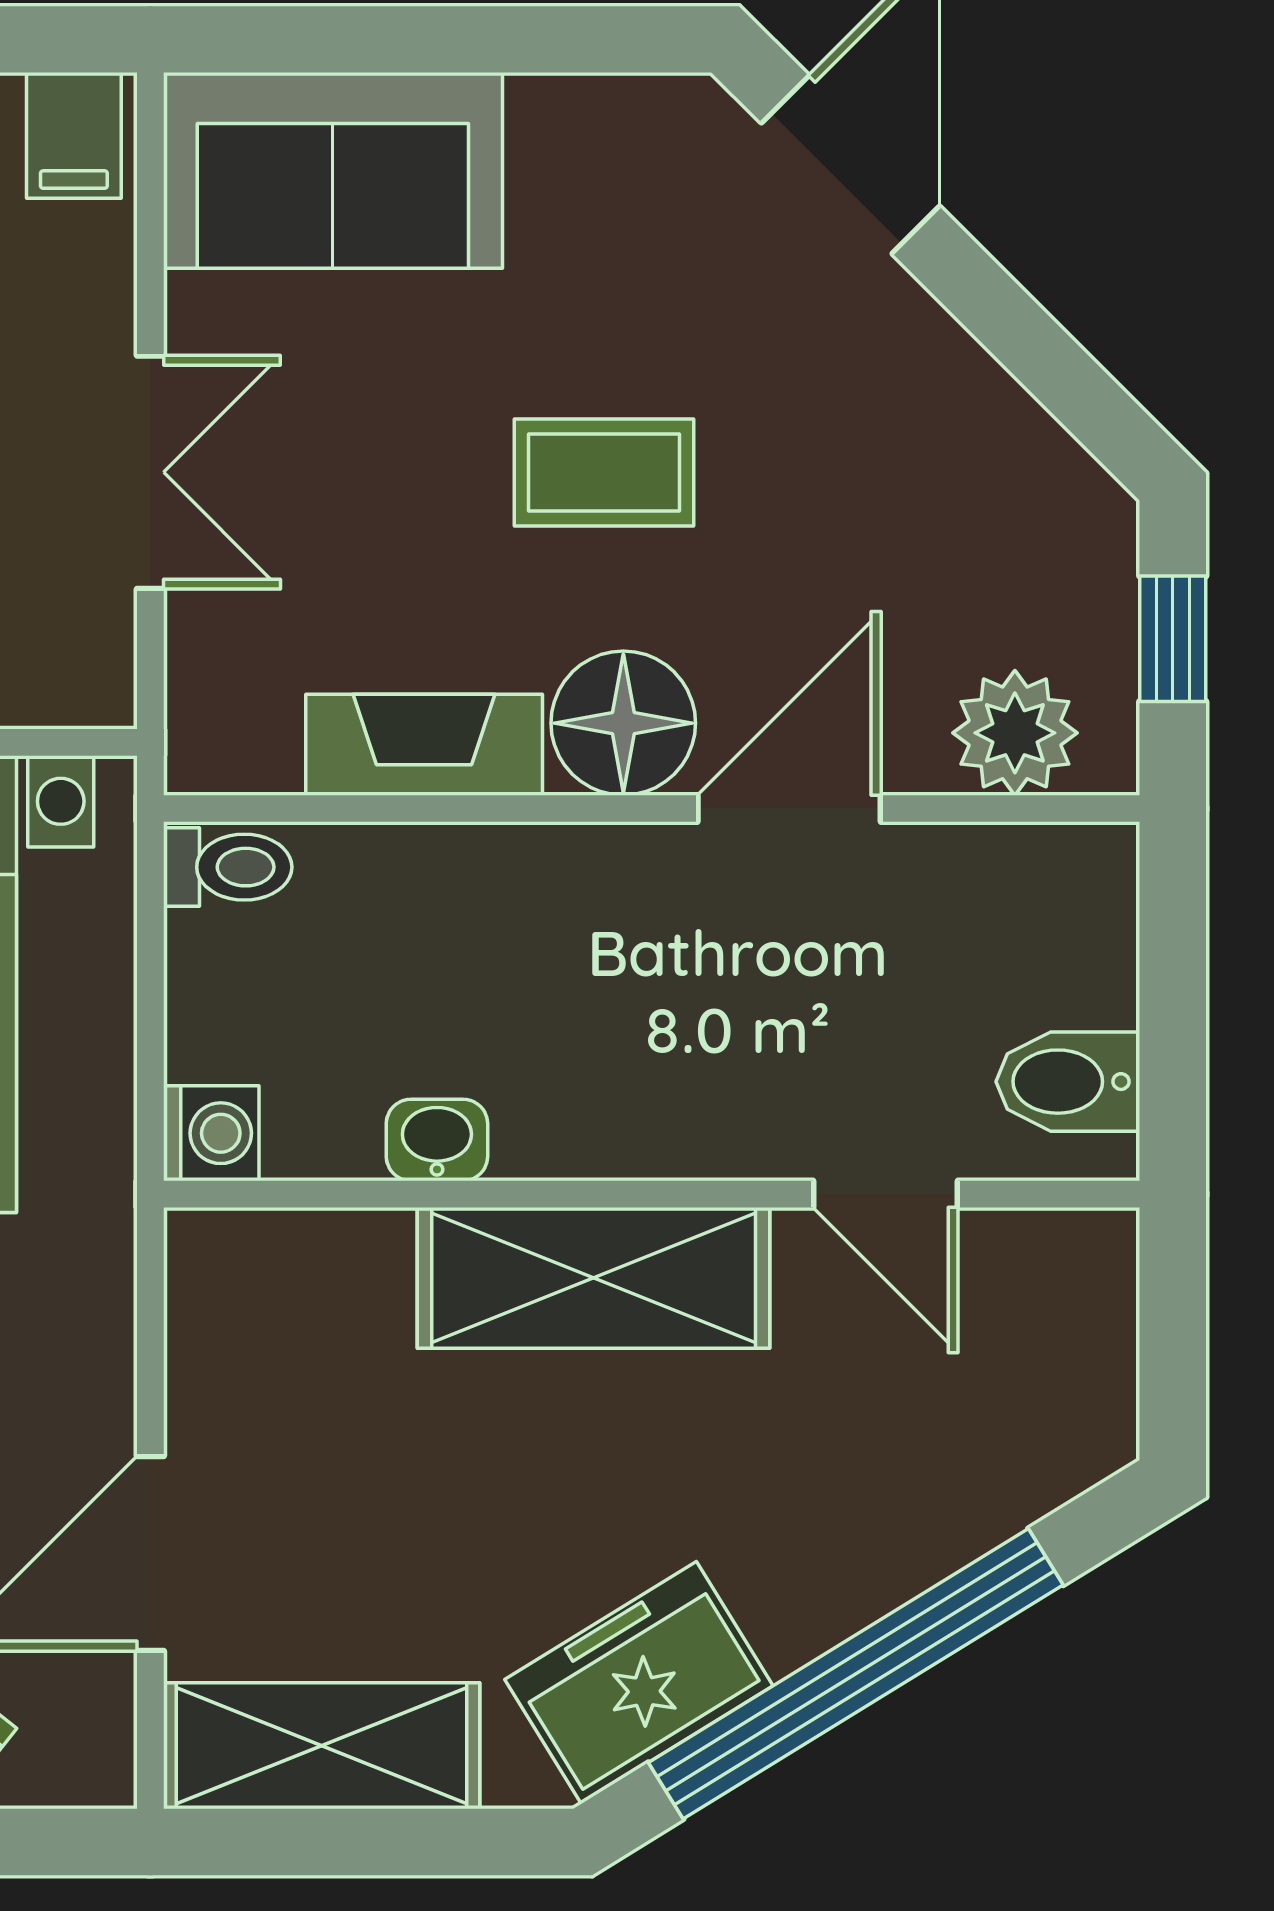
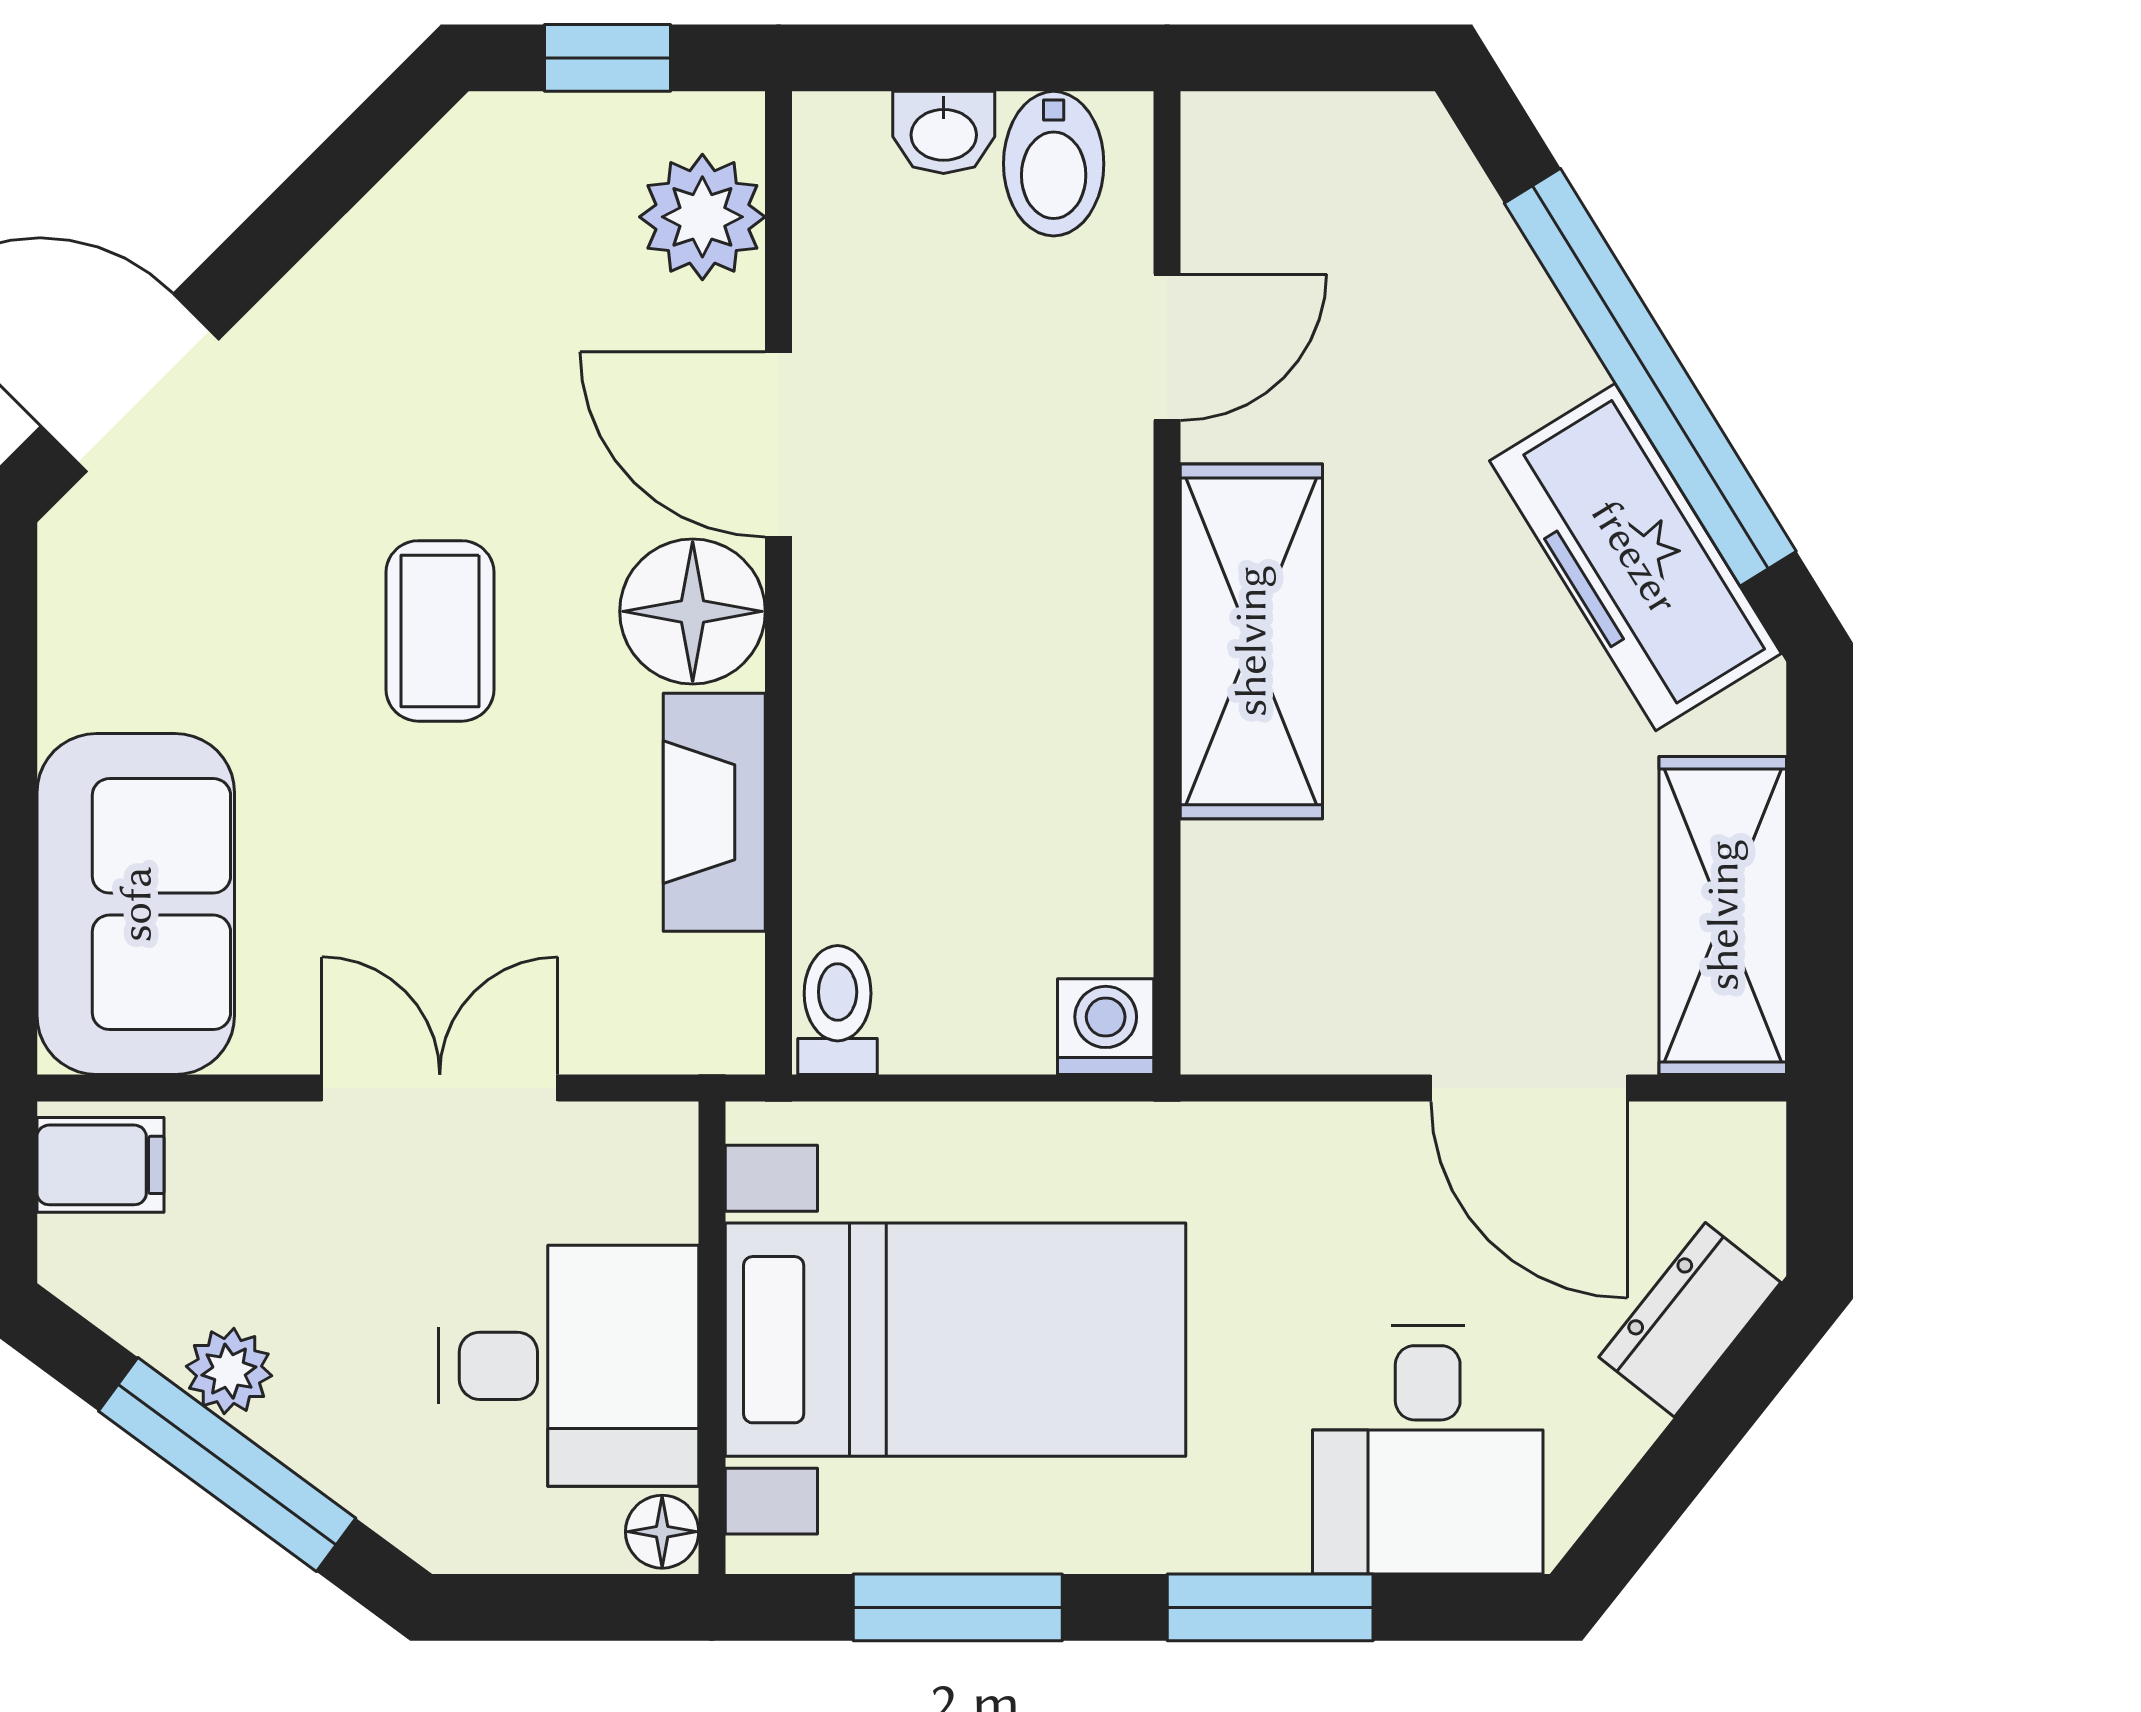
washbasin: (437, 1140) -> (944, 132), moved, turned -90
freezer: (639, 1683) -> (1635, 557), width x1.40

